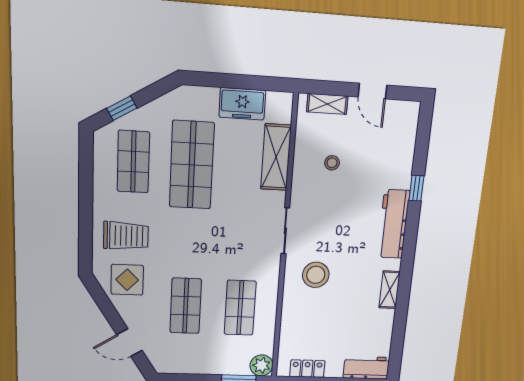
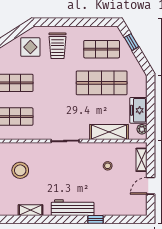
plant: (275, 100) -> (142, 129), added
stool: (316, 275) -> (20, 170), moved

